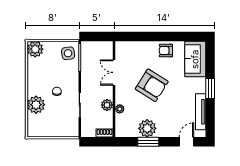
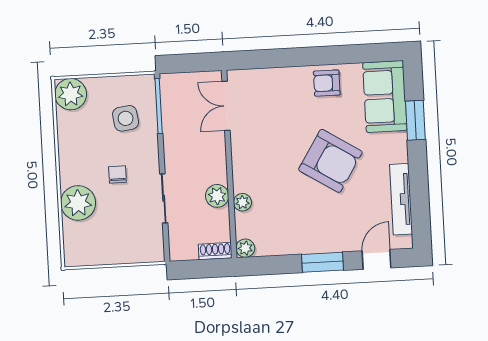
side table: (68, 53) -> (126, 118), moved
double door: (114, 72) -> (226, 106), moved
armchair: (152, 85) -> (330, 161), moved
window: (210, 89) -> (415, 120), moved
plant: (147, 128) -> (245, 248), moved, width x0.53, depth x0.53
window: (148, 142) -> (323, 262), moved

